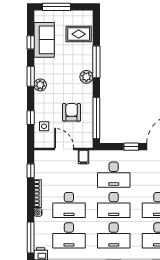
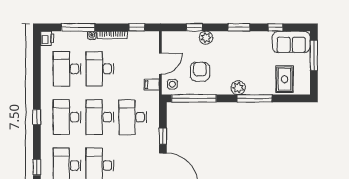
sofa: (44, 40) -> (291, 42), moved
plant: (40, 85) -> (206, 38), moved
armchair: (72, 112) -> (200, 72), turned -90
side table: (44, 126) -> (172, 84), moved
window: (31, 237) -> (78, 27), moved

